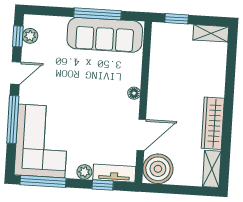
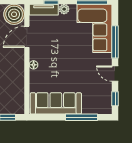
window: (97, 14) -> (82, 117), moved
plant: (30, 36) -> (107, 100), removed
door: (16, 73) -> (115, 74), hinge flipped

